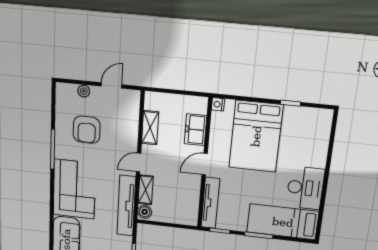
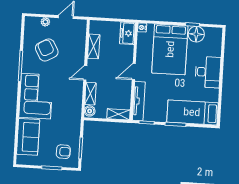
floor lamp: (295, 117) -> (196, 34), added
armchair: (87, 130) -> (47, 50), turned 151
freezer: (196, 130) -> (127, 33), moved
desk: (305, 188) -> (208, 72), moved
tv unit: (126, 206) -> (76, 107), removed
shelving: (183, 218) -> (118, 114), added

